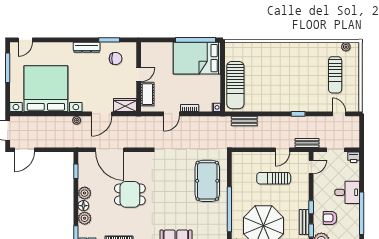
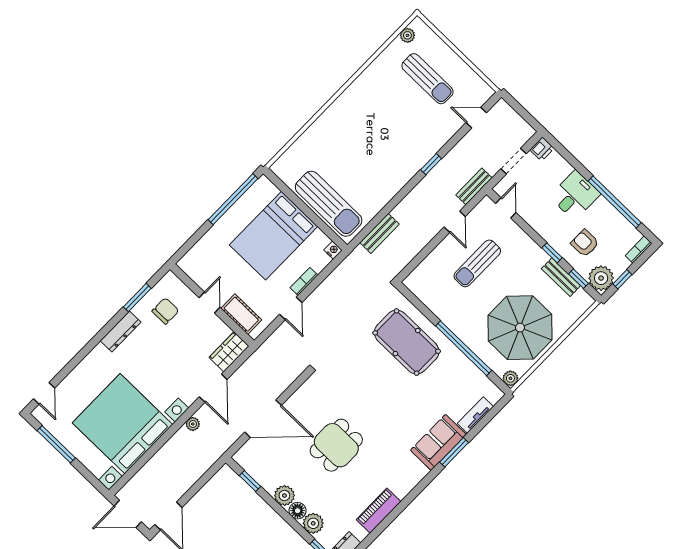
bed: (197, 58) -> (274, 236), moved
armchair: (330, 218) -> (585, 243), turned 90

